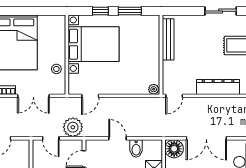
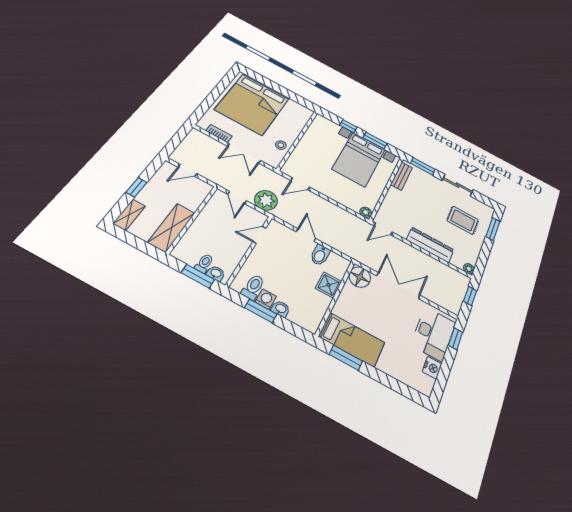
window: (182, 11) -> (423, 166), added
bench: (168, 39) -> (401, 176), width x0.73
bed with nightstands: (94, 44) -> (359, 159), moved, turned 90
double door: (206, 138) -> (398, 285), swing flipped

